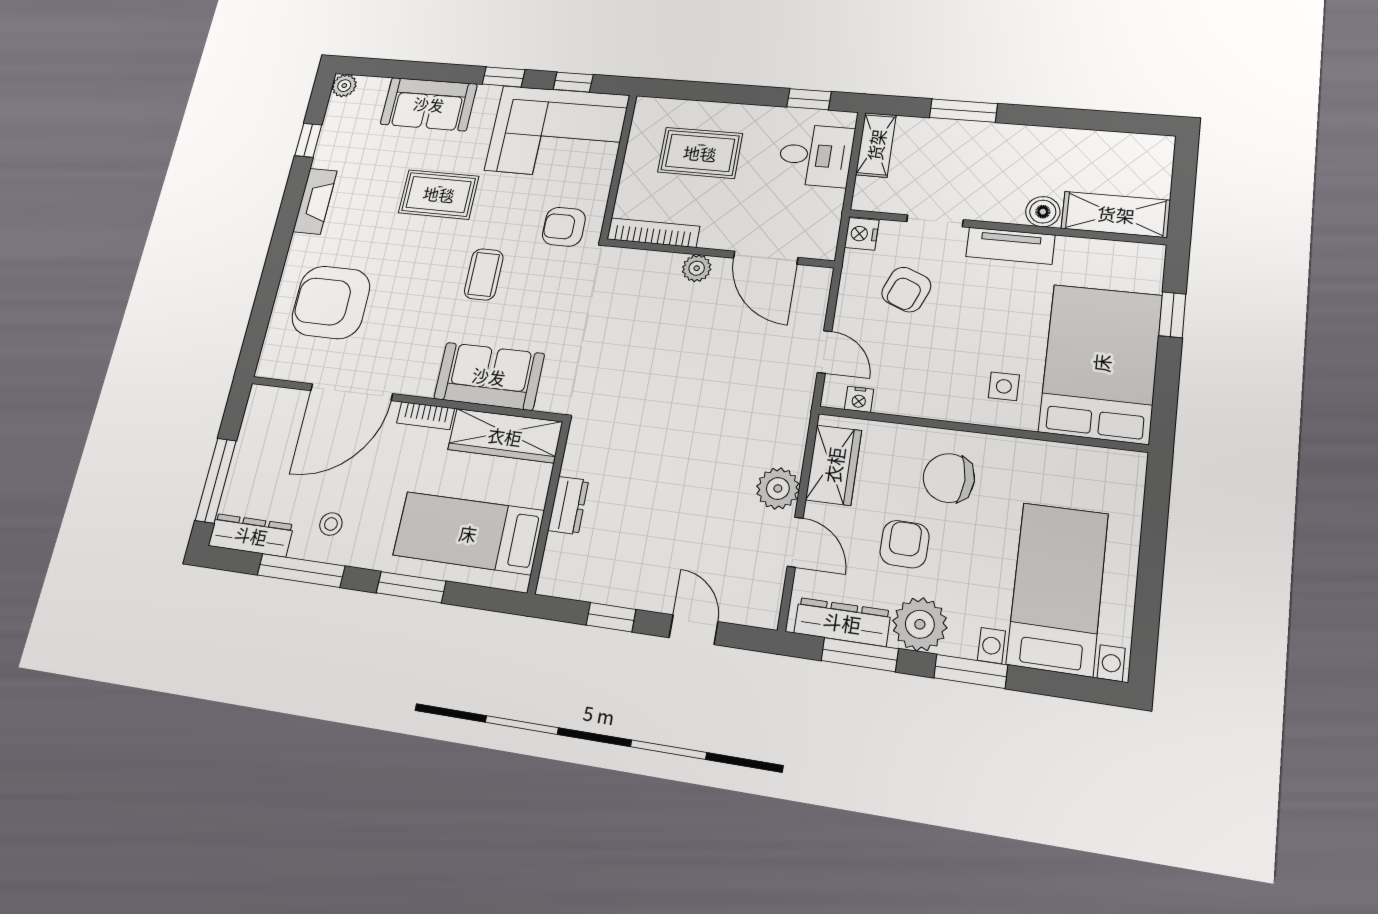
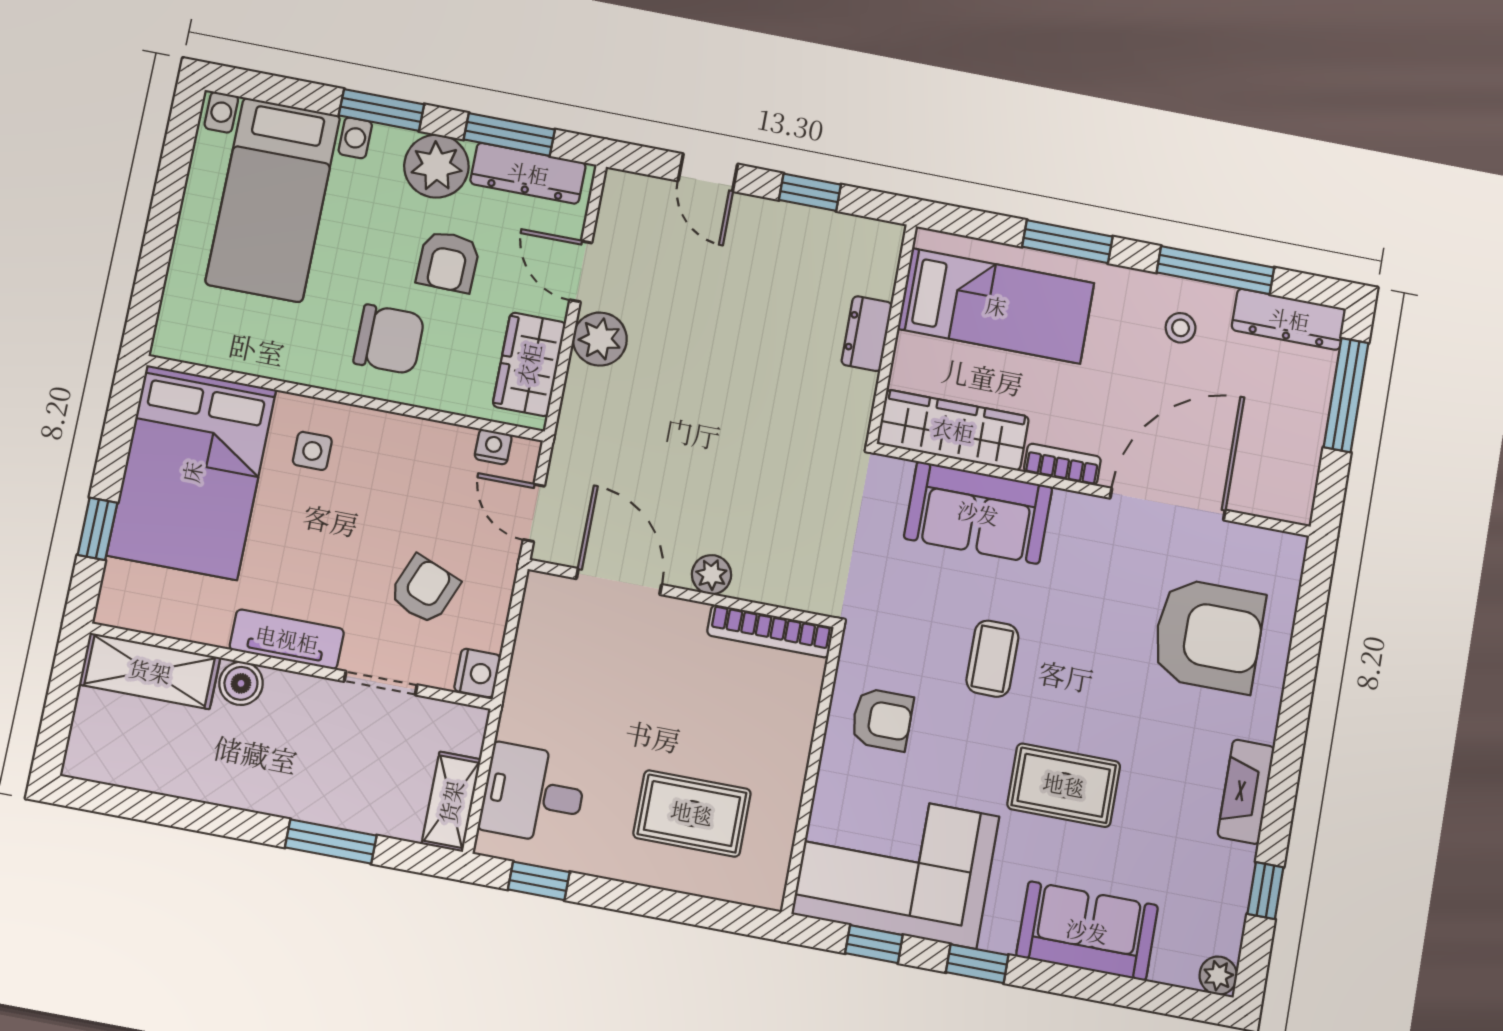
bookcase: (653, 233) -> (770, 631), moved
wall: (719, 253) -> (682, 594), moved
door: (766, 258) -> (619, 582), moved
plant: (697, 268) -> (711, 575), moved

